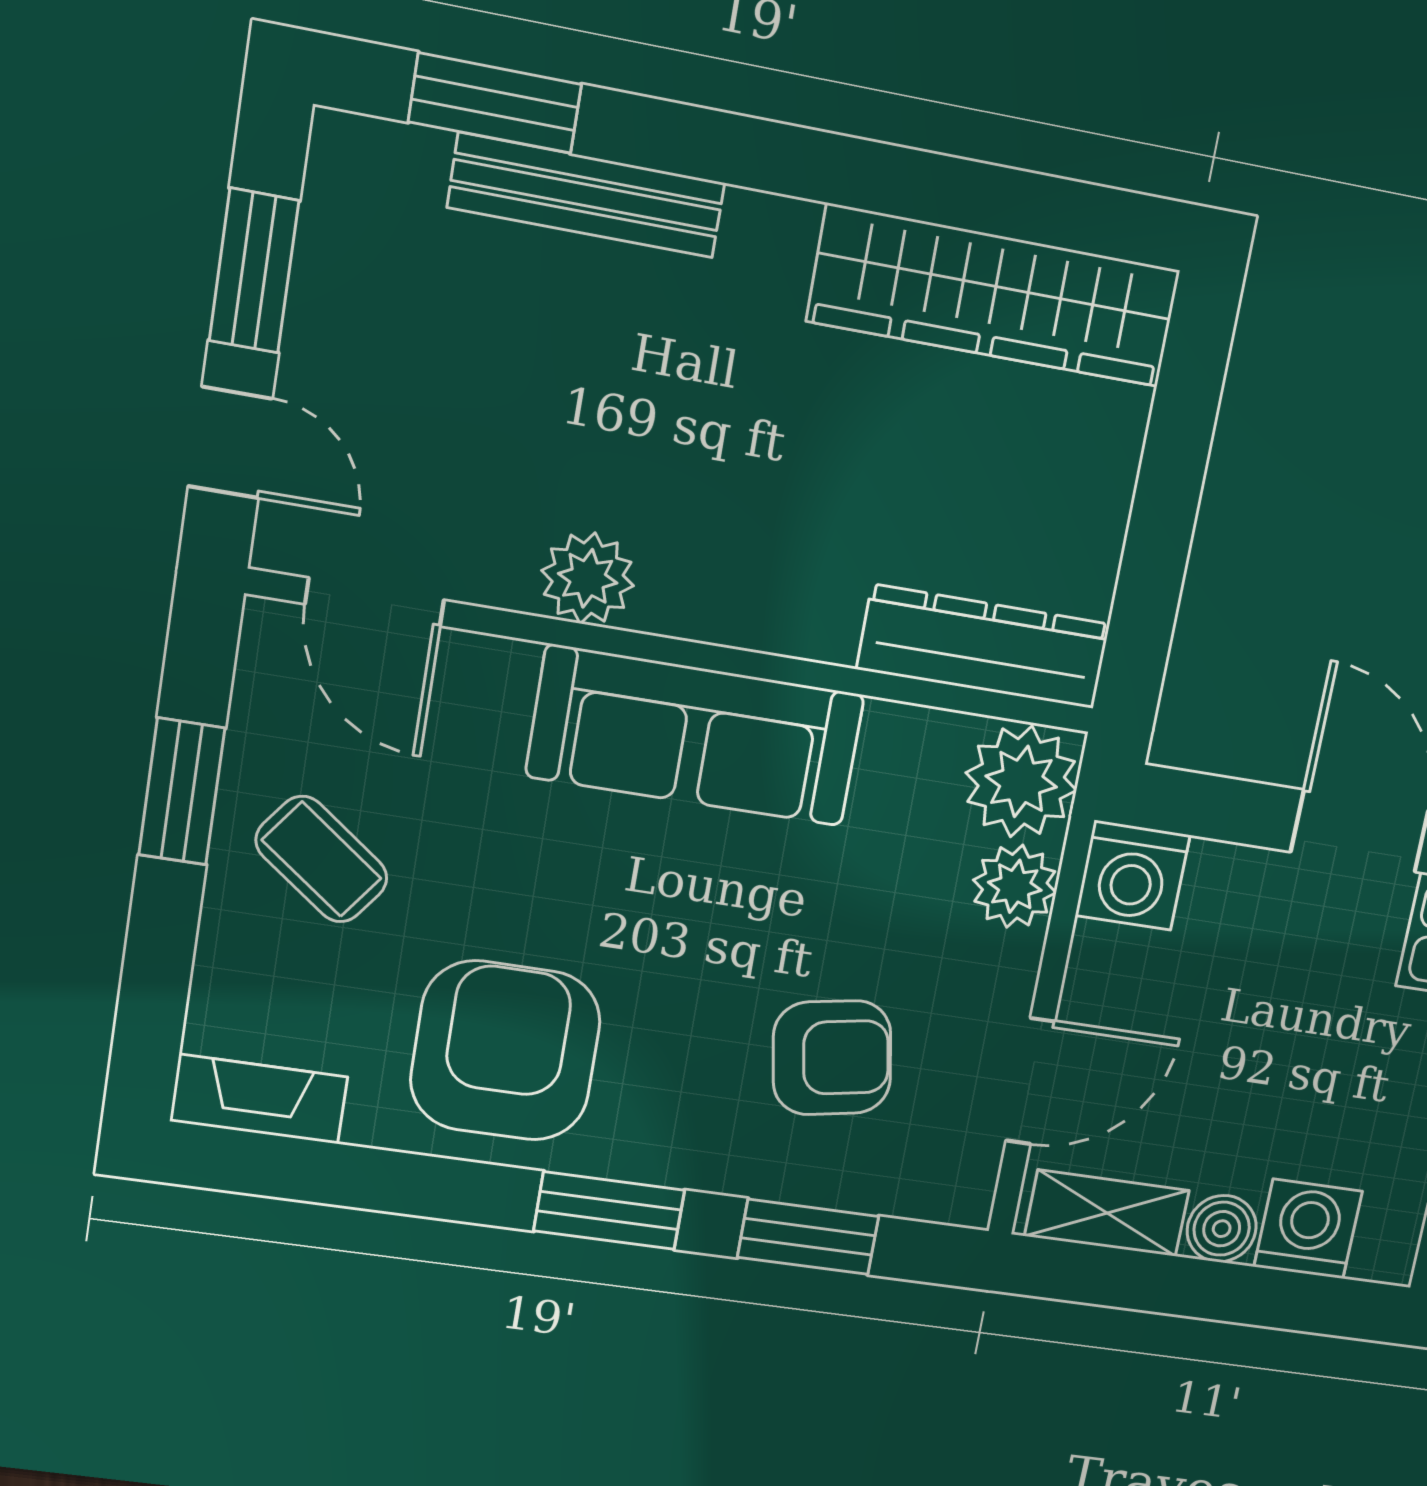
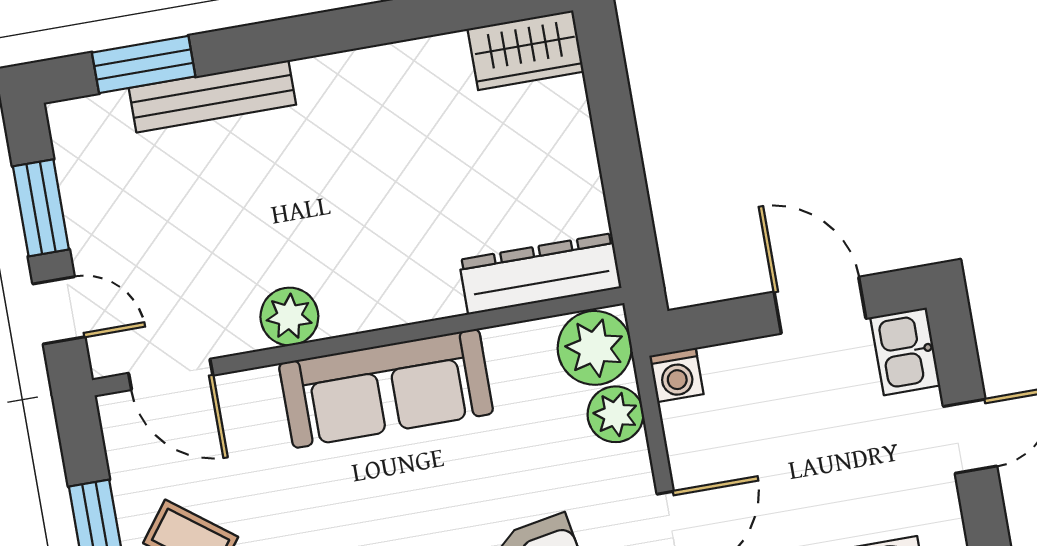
wardrobe: (994, 296) -> (526, 50), width x0.48, depth x0.85
washing machine: (1133, 875) -> (676, 375), width x0.73, depth x0.73

